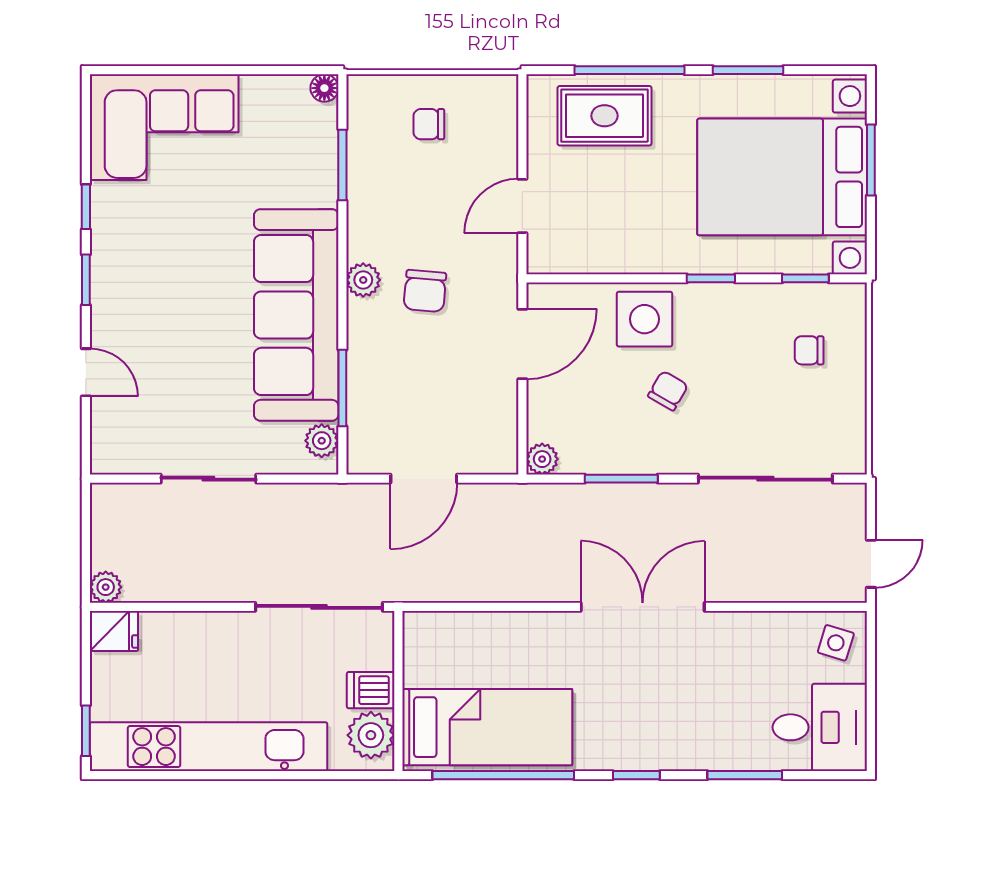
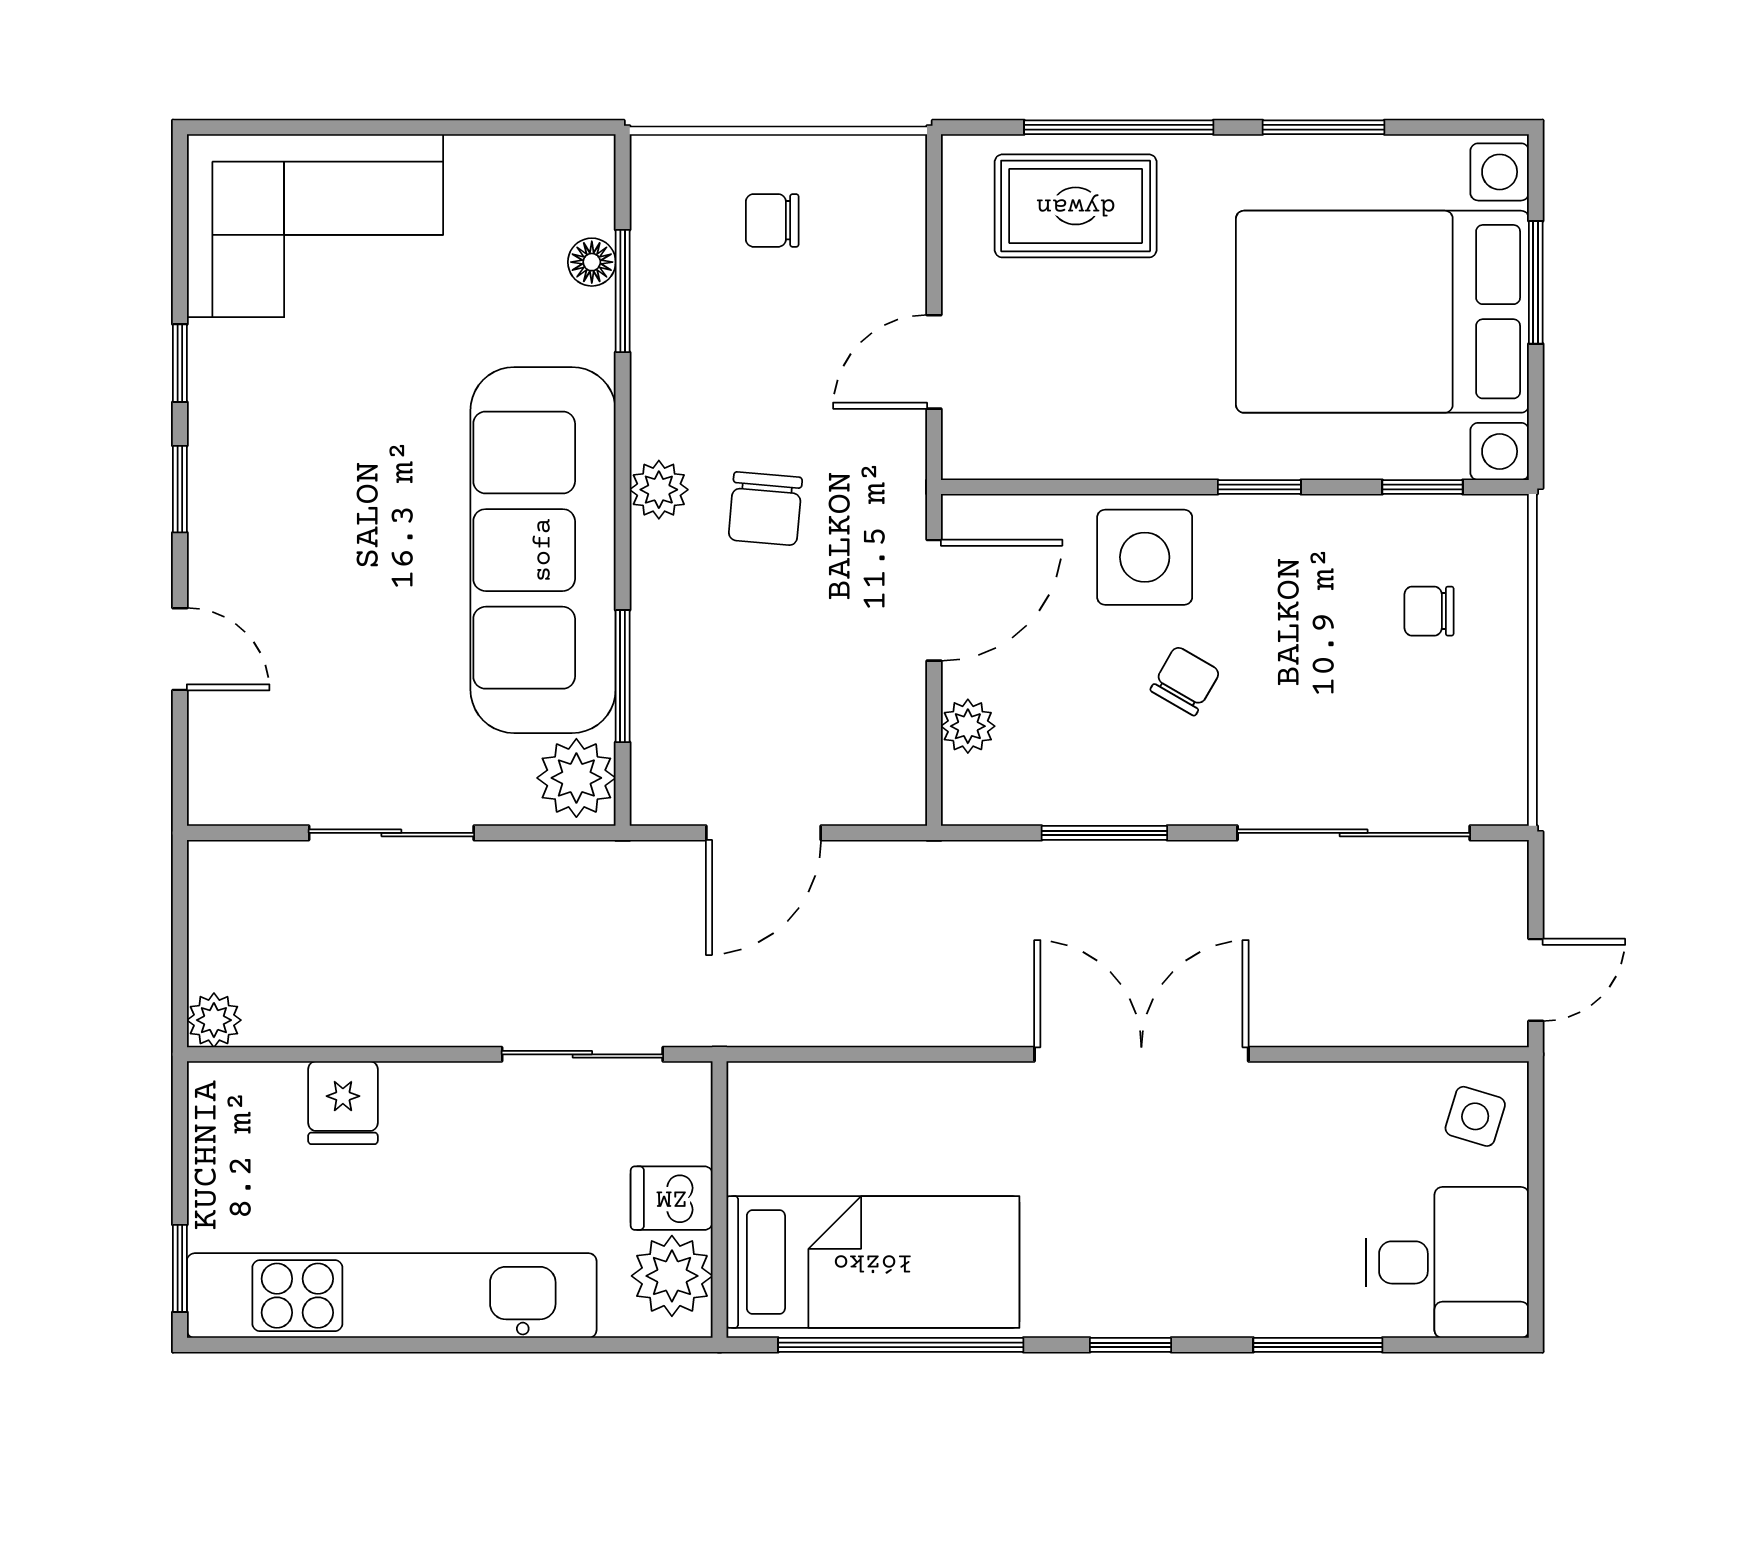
floor lamp: (324, 88) -> (592, 262), moved
plant: (322, 441) -> (576, 778), width x1.38, depth x1.38
plant: (542, 459) -> (968, 726), moved
sliding door: (319, 607) -> (582, 1054), width x0.73
fridge: (114, 631) -> (343, 1103), moved, turned 90

